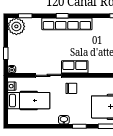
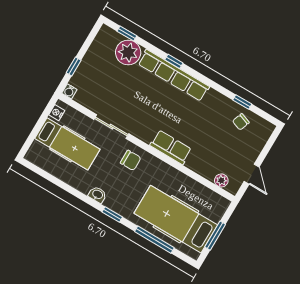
plant: (16, 26) -> (128, 52), moved
row of seats: (75, 67) -> (171, 147), moved

